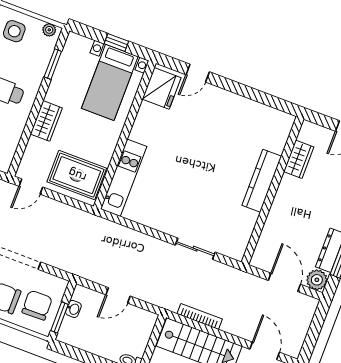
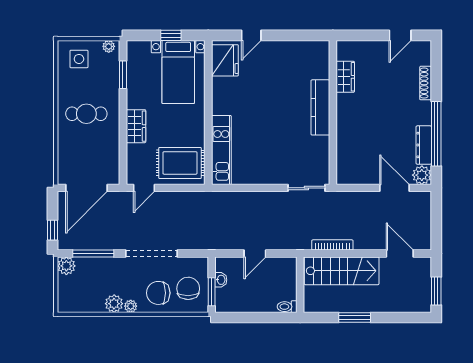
wardrobe: (299, 159) -> (345, 77), moved
kitchen counter: (262, 181) -> (320, 107), moved
wall: (272, 191) -> (333, 112), moved

